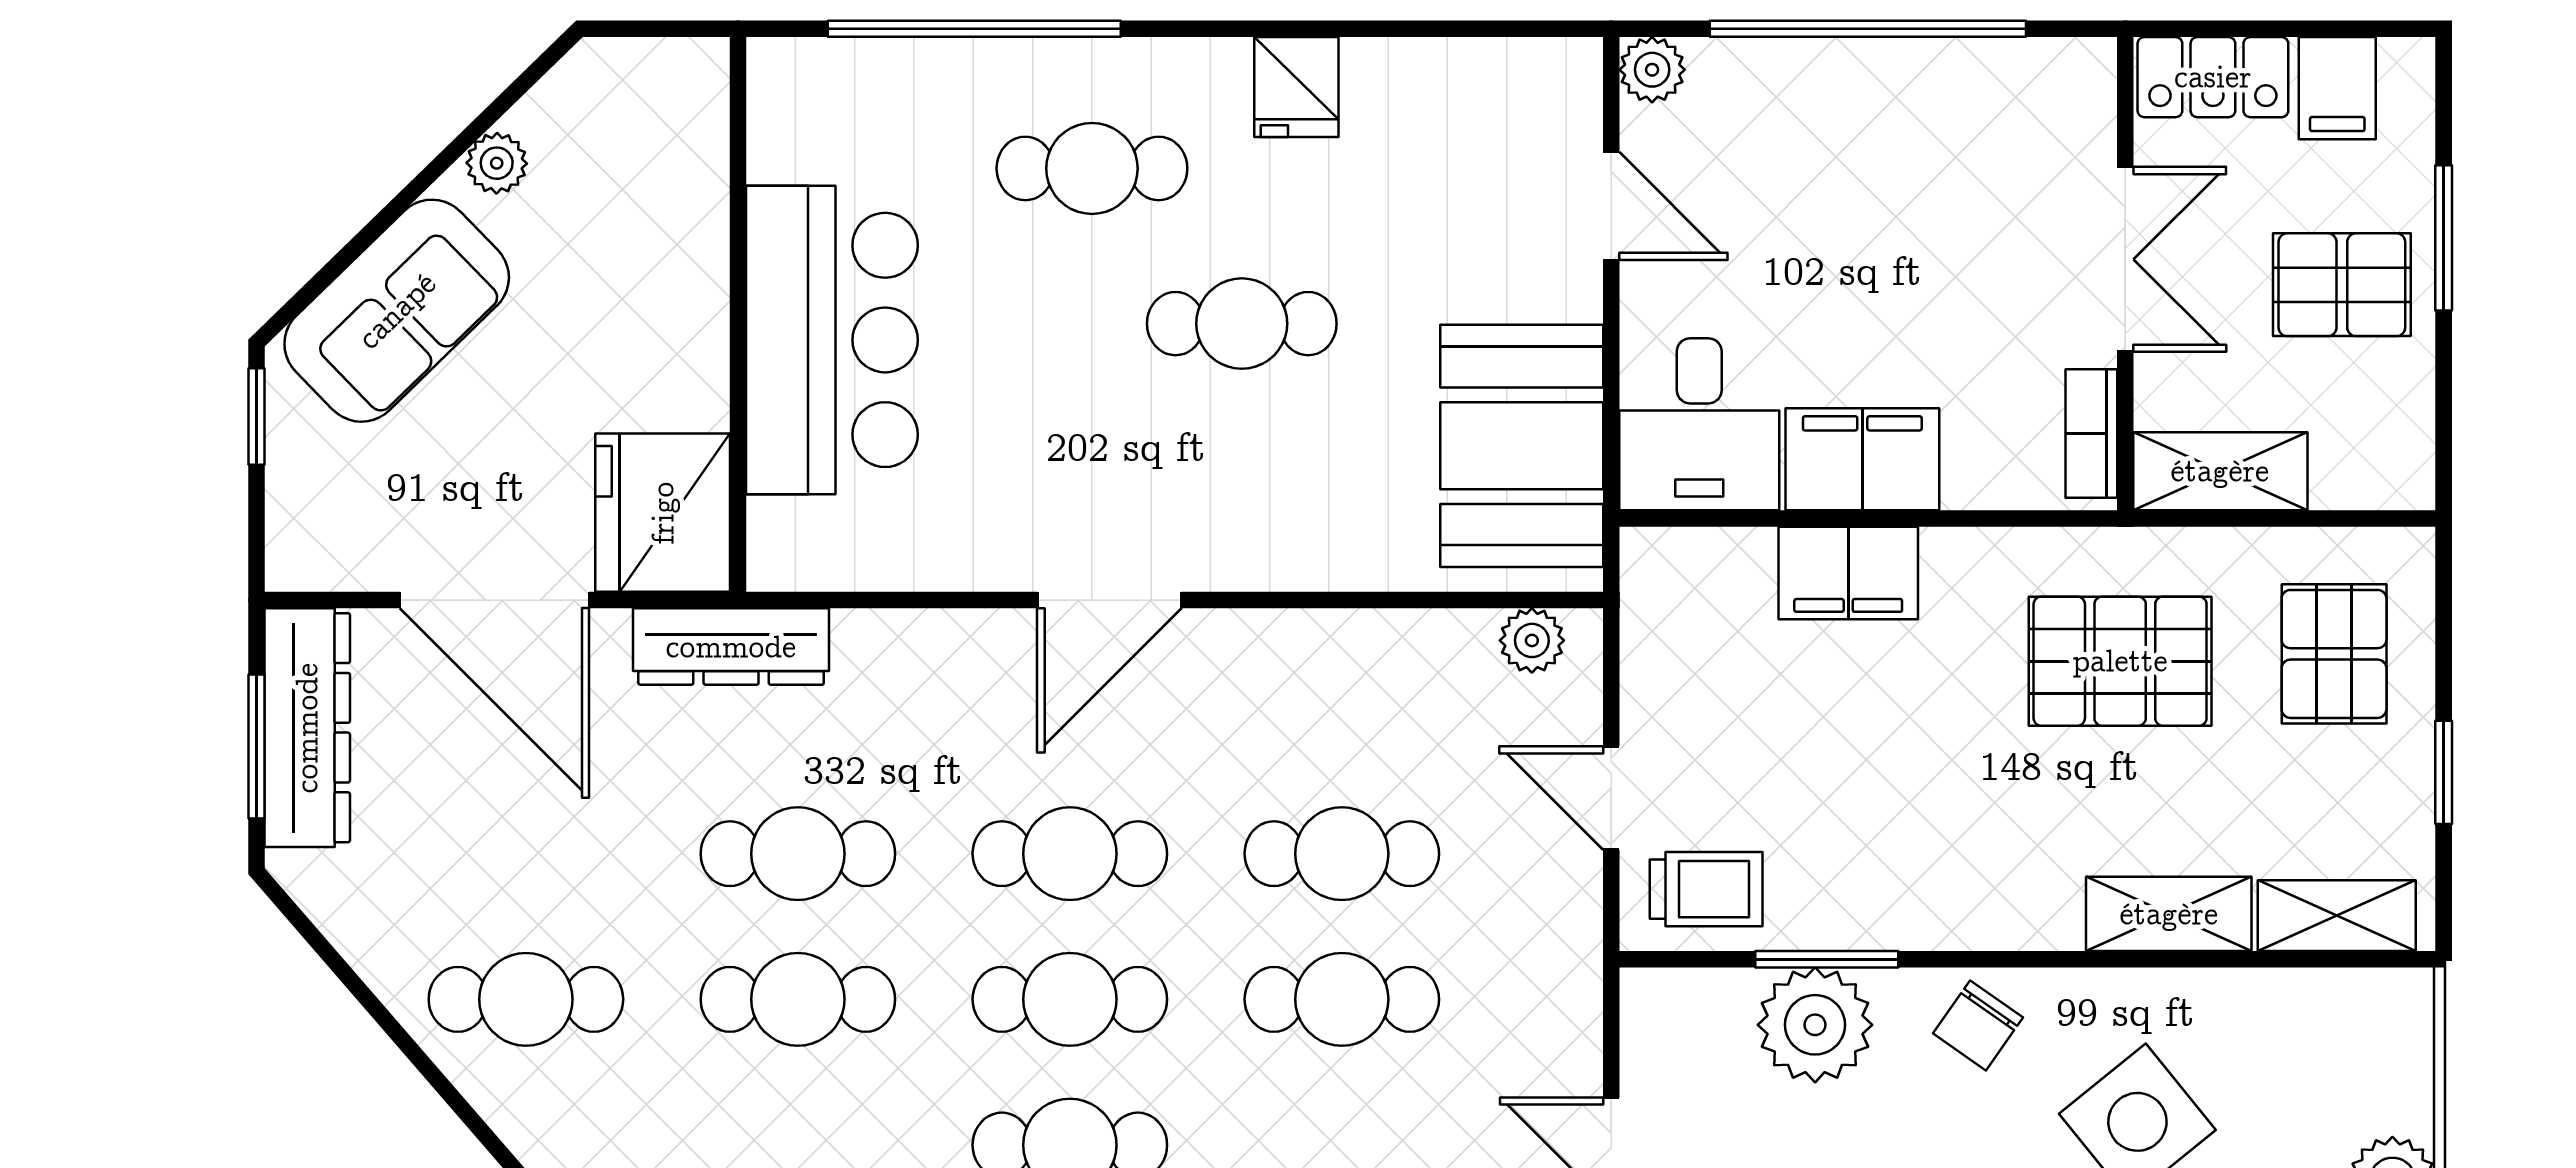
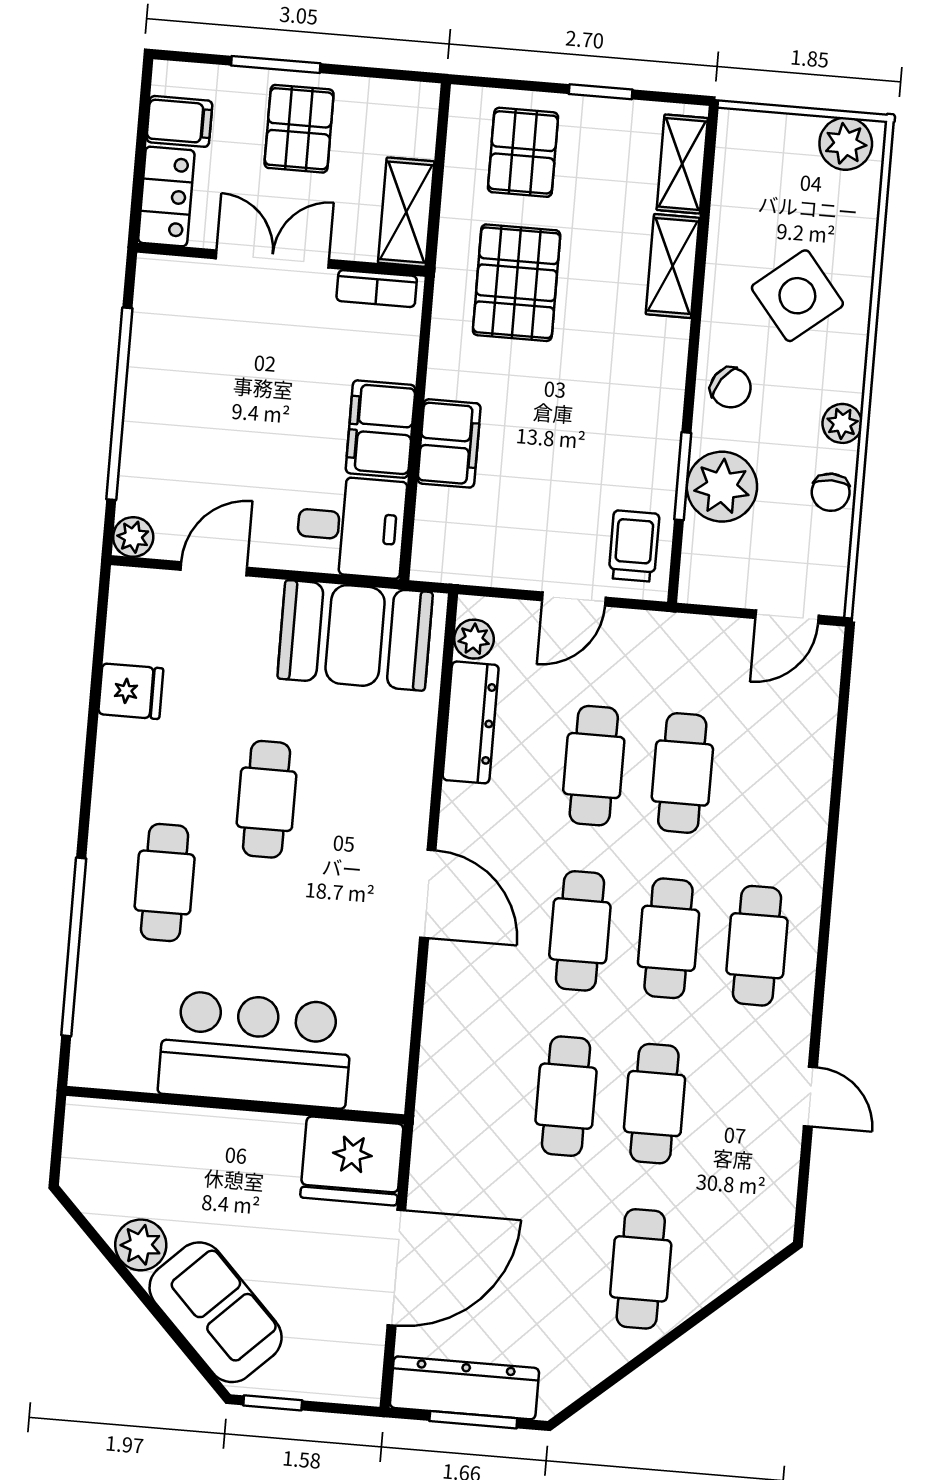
fridge: (1296, 87) -> (131, 691), moved
plant: (497, 163) -> (141, 1245), width x1.38, depth x1.38
dresser: (731, 647) -> (471, 722), moved
pallet: (2334, 654) -> (523, 152), turned 90

